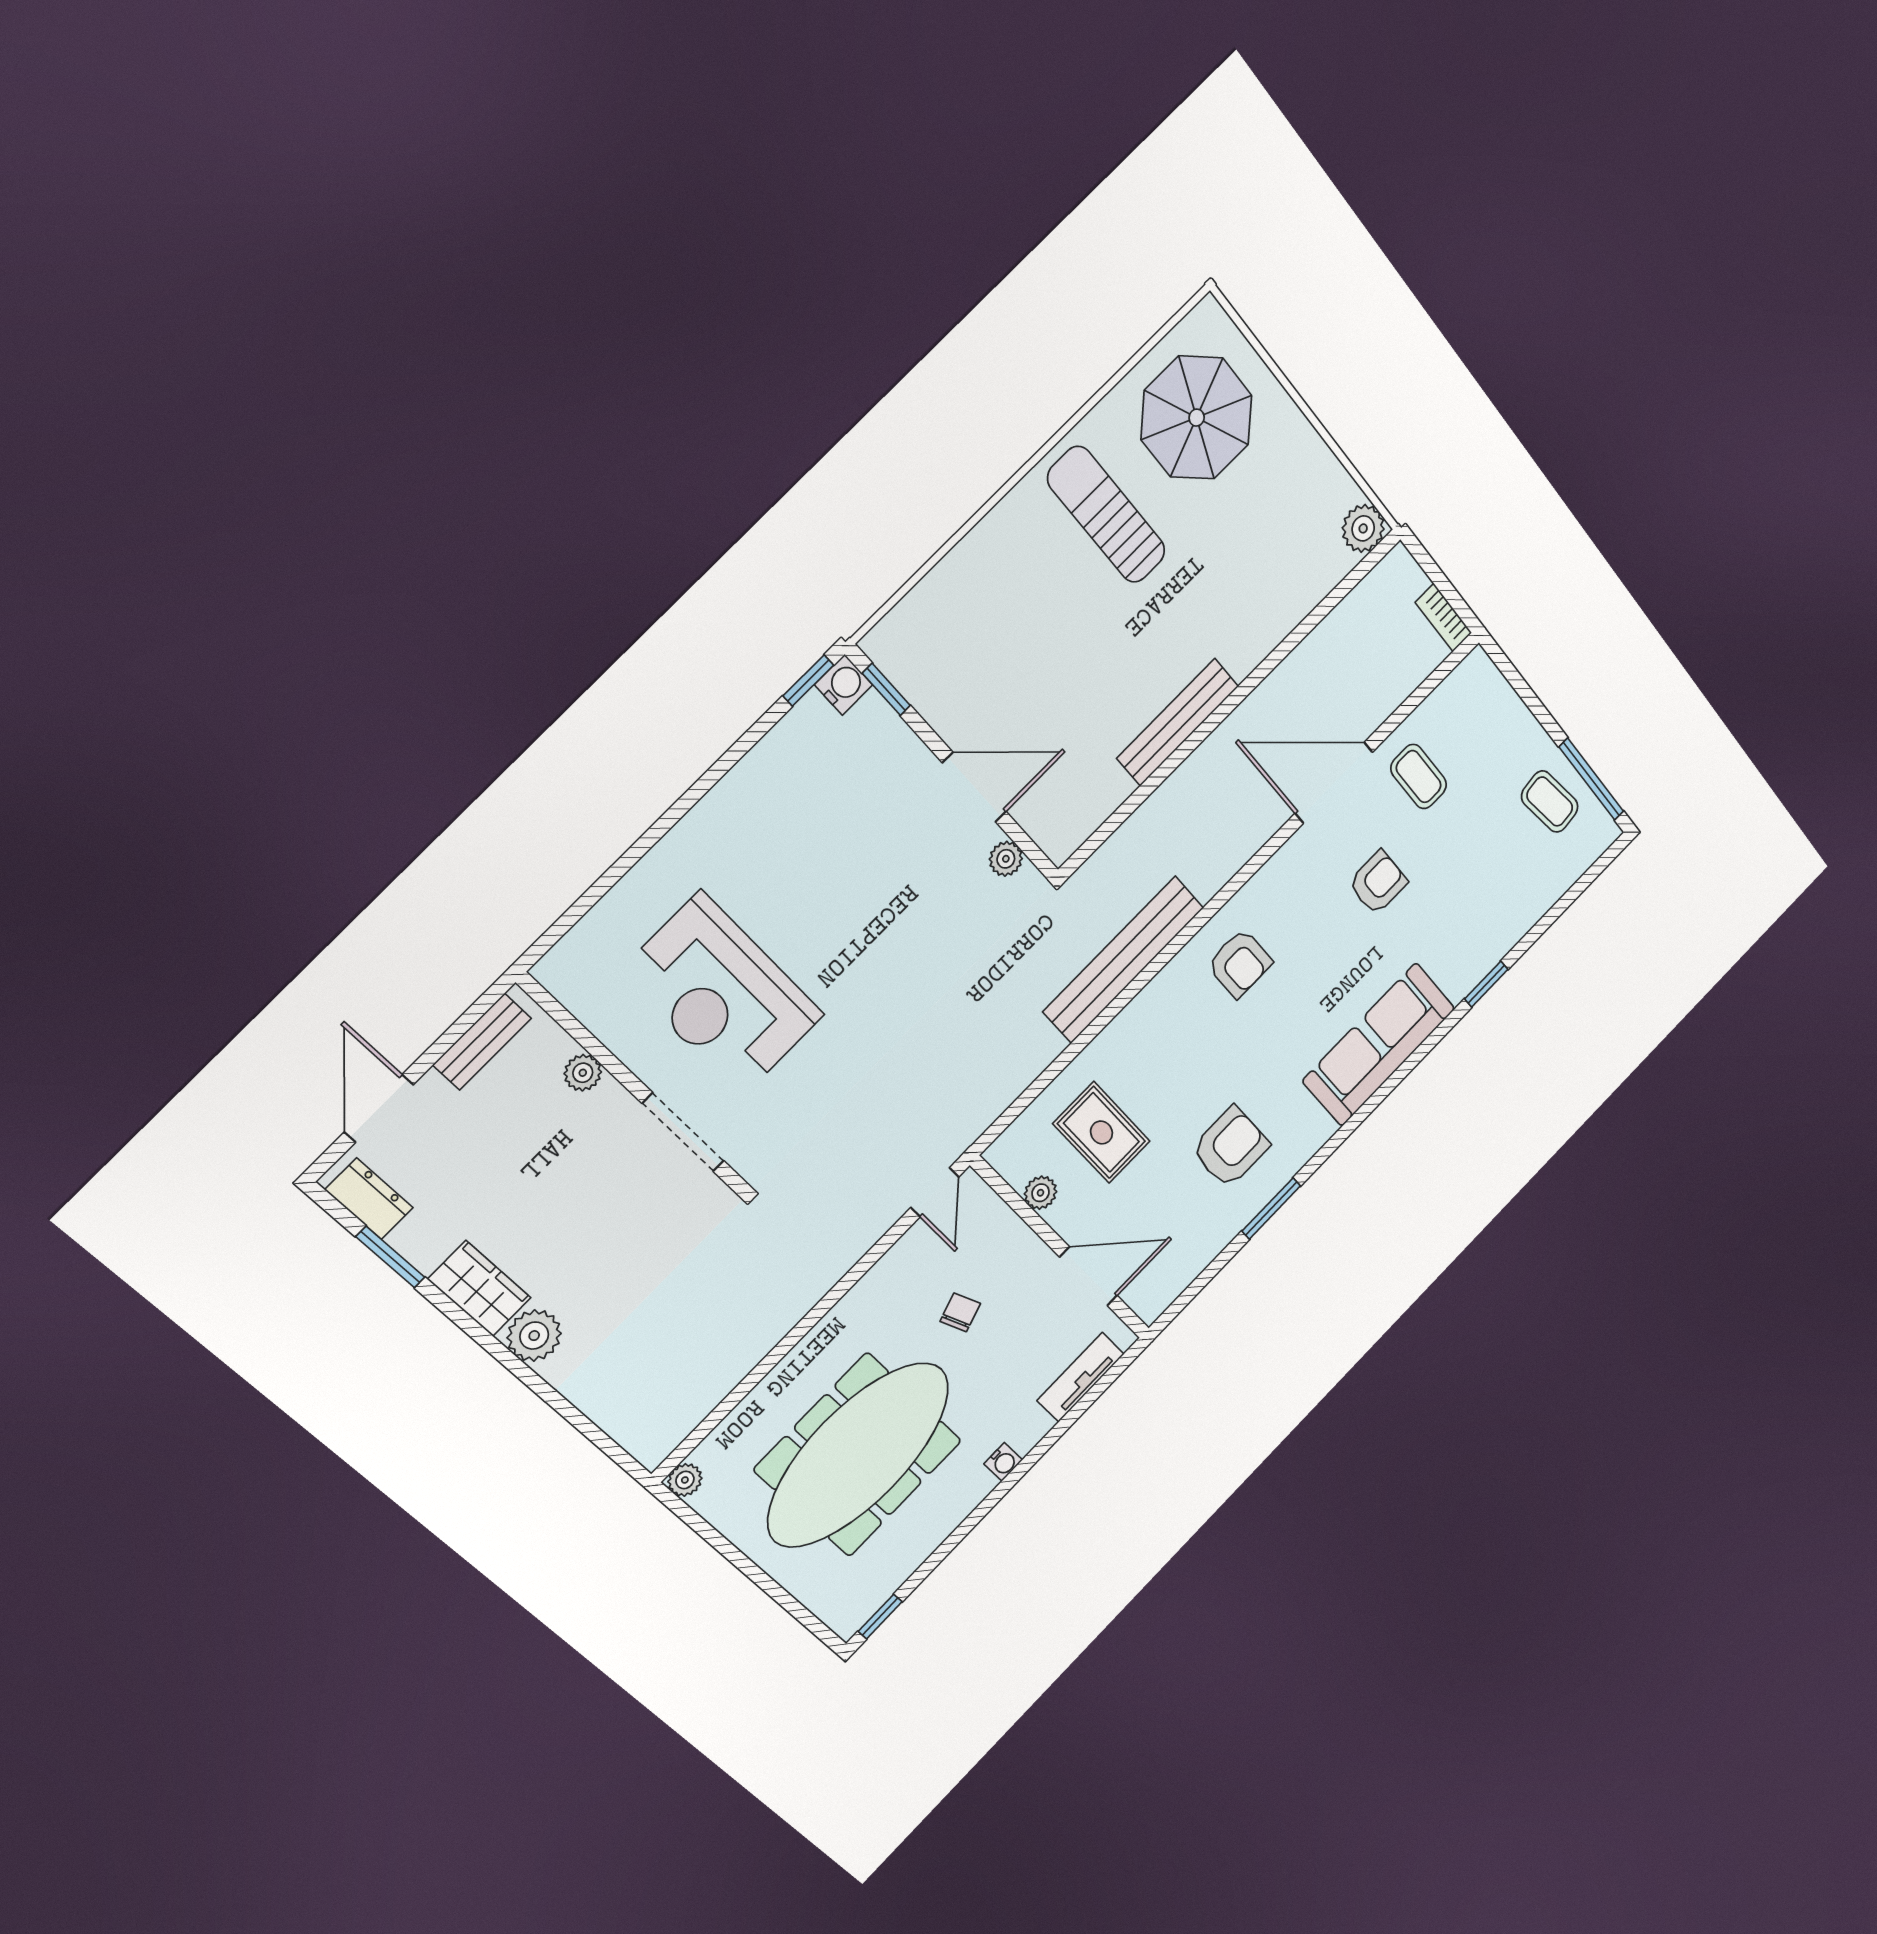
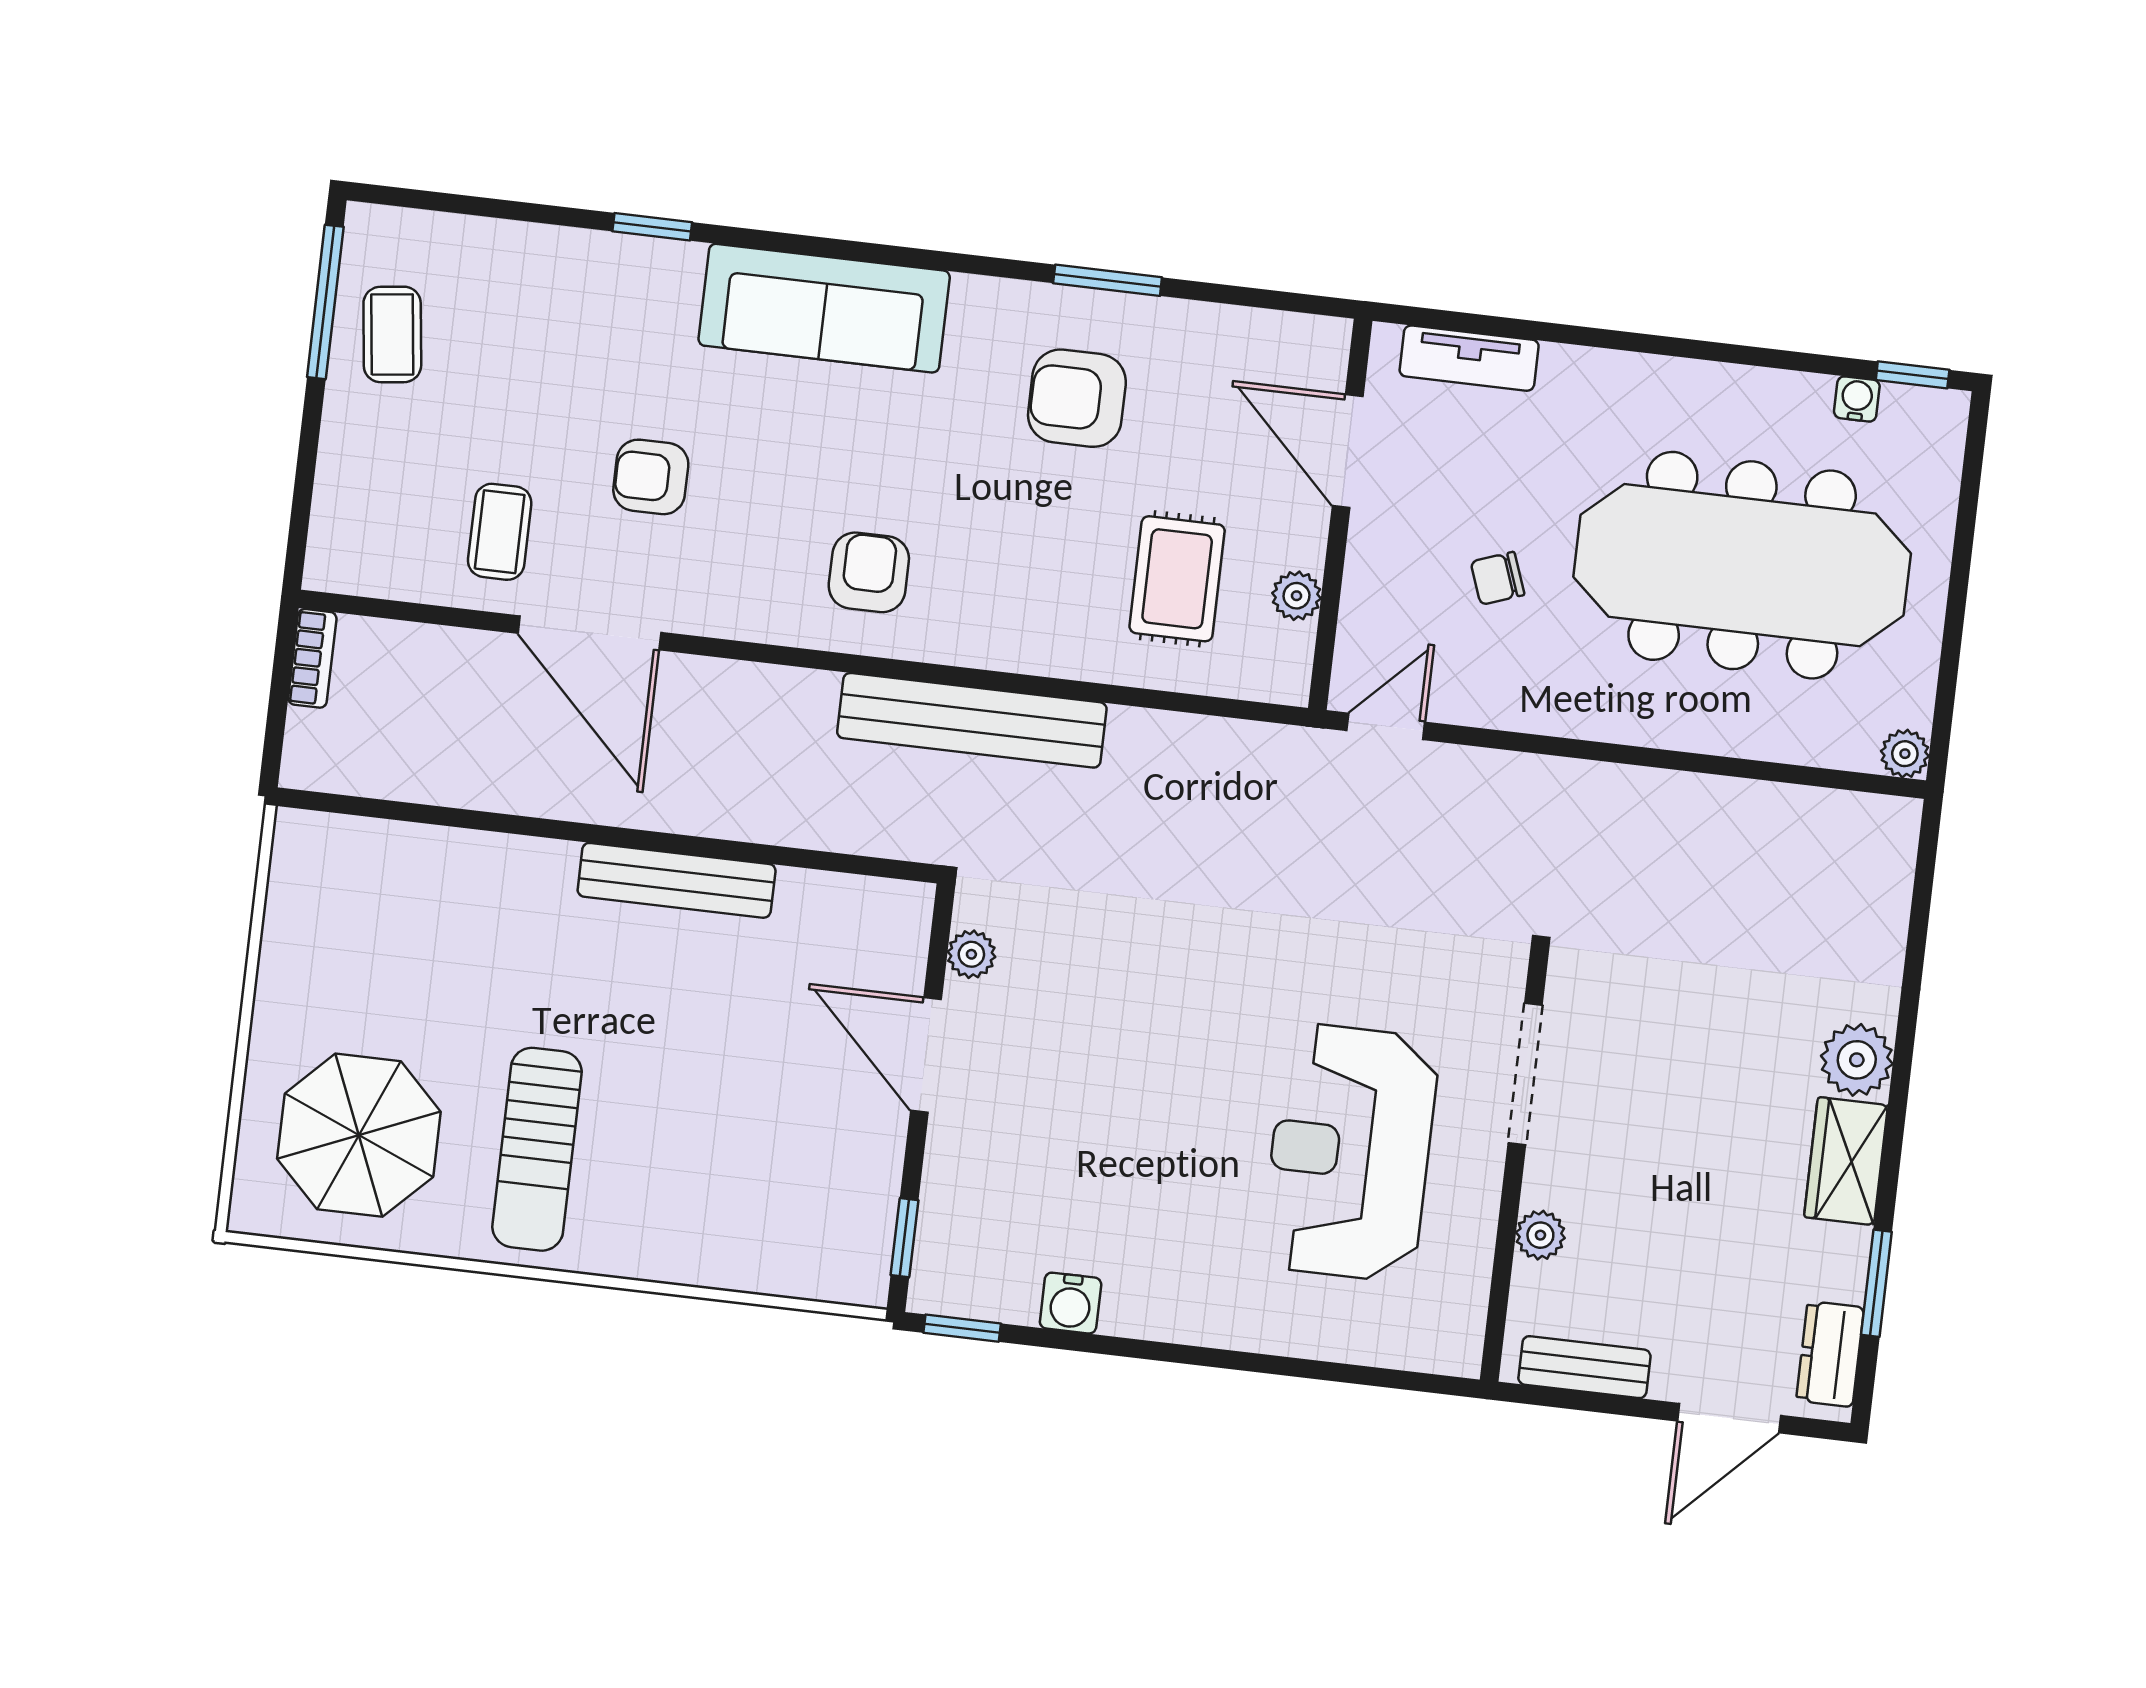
plant: (1363, 528) -> (304, 842), removed
water cooler: (844, 685) -> (1071, 1303), moved, turned -90
reception desk: (722, 994) -> (1350, 1152), turned 180
water cooler: (1003, 1462) -> (1857, 399), moved

